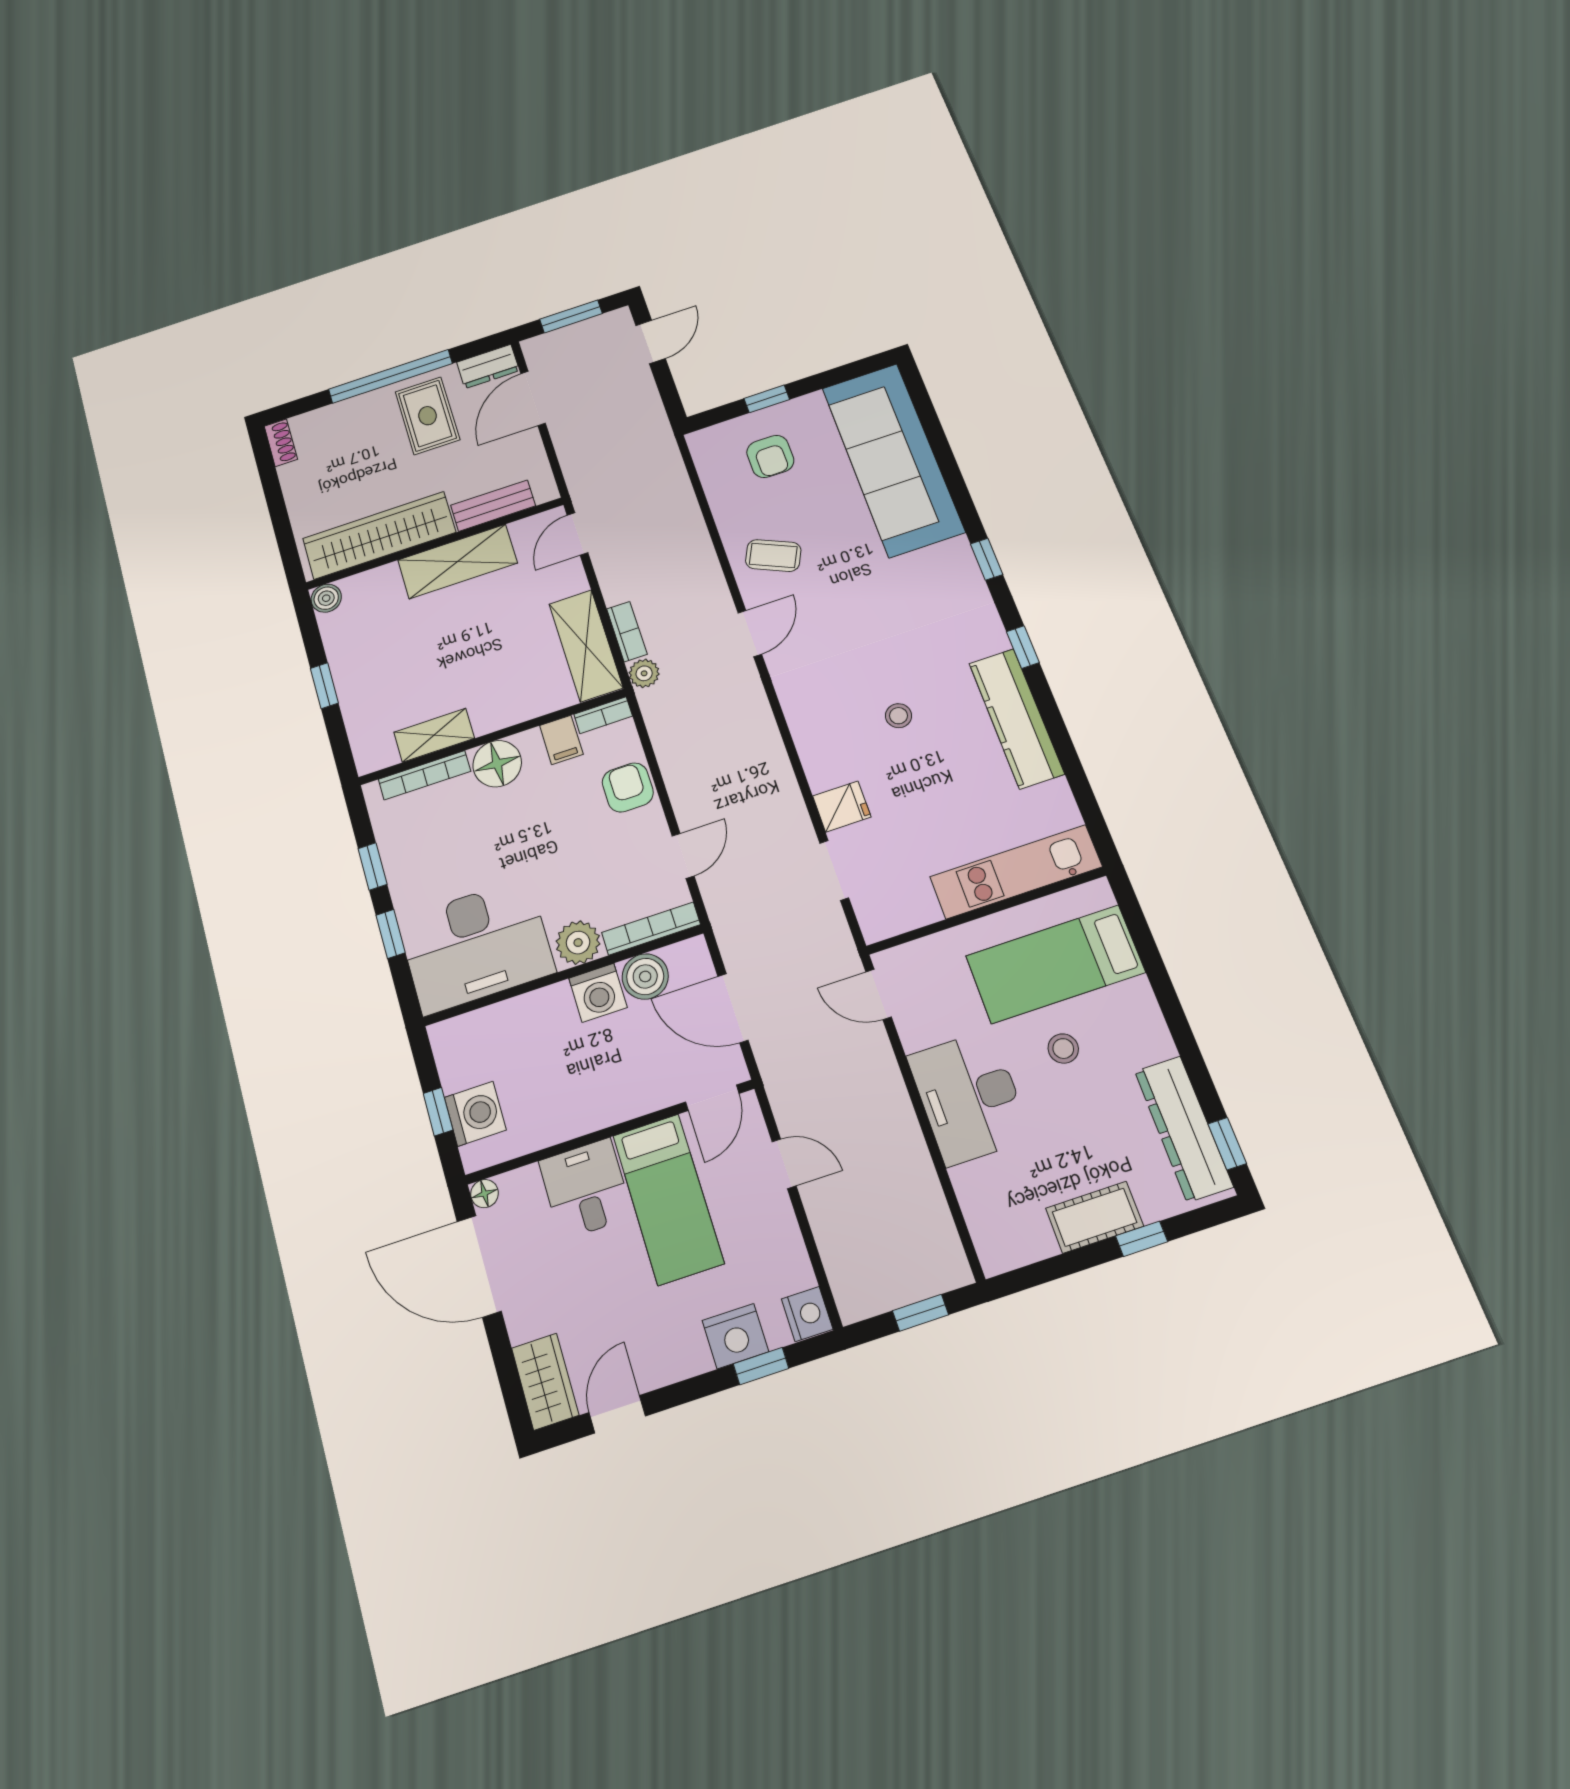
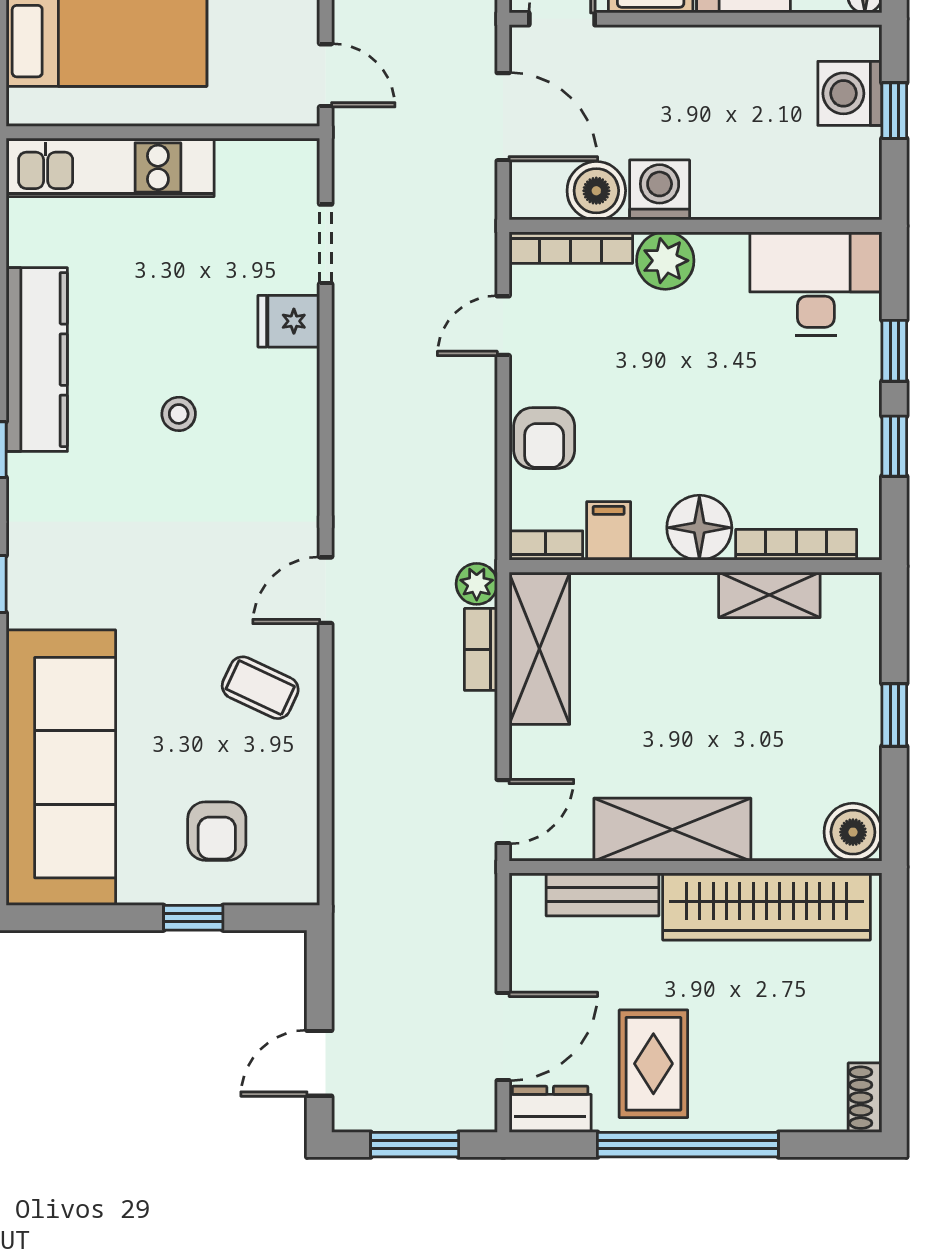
armchair: (770, 456) -> (217, 831), turned 180
boiler: (326, 598) -> (853, 832), width x1.36, depth x1.36
desk: (476, 946) -> (816, 284), width x0.73, depth x0.77

